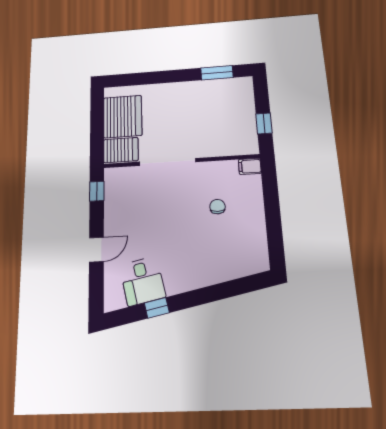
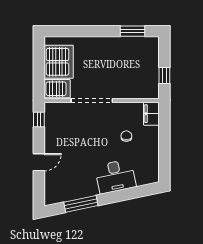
filing cabinet: (250, 166) -> (151, 114), width x2.00
desk: (142, 281) -> (115, 176), moved, width x1.37
window: (157, 308) -> (81, 204), width x2.17

